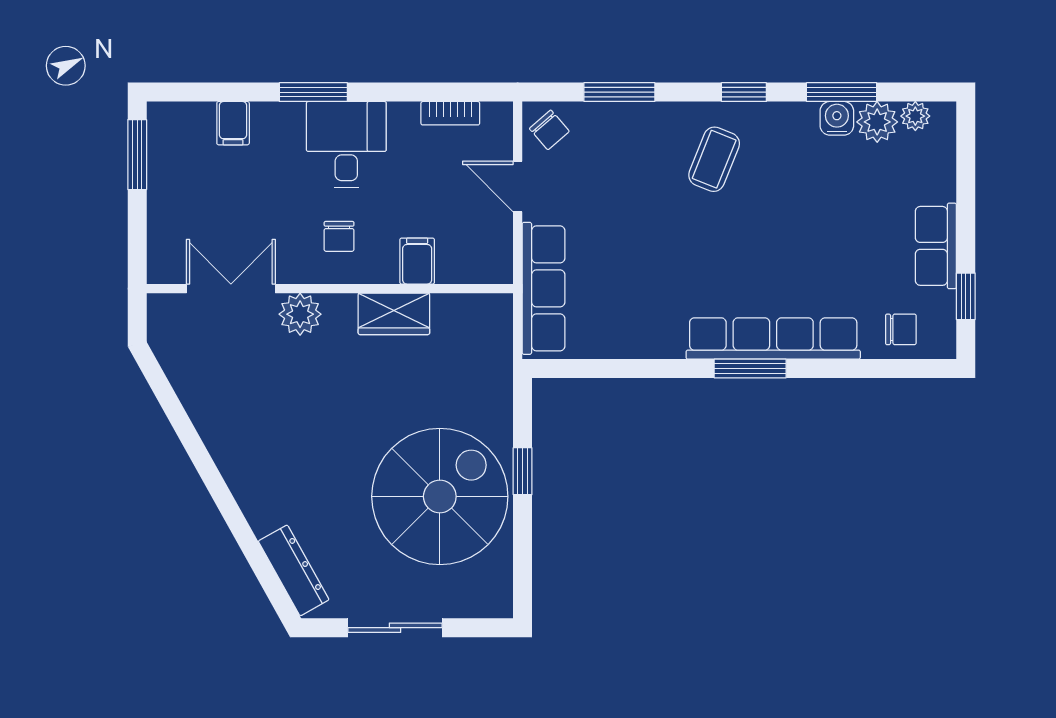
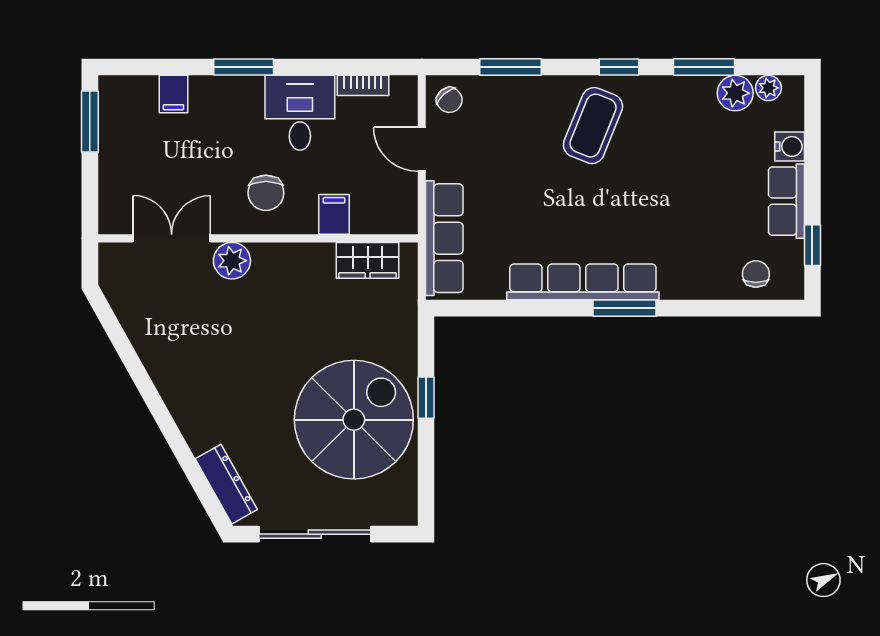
water cooler: (837, 118) -> (790, 146), moved, turned 90
desk: (346, 145) -> (300, 113), moved
coffee table: (714, 159) -> (593, 126), width x1.36, depth x1.30
chair: (339, 236) -> (266, 193), width x1.37, depth x1.37
wardrobe: (394, 314) -> (368, 260), moved
chair: (901, 329) -> (756, 274), turned -90
row of seats: (773, 339) -> (583, 282), moved
sliding door: (395, 628) -> (315, 534), width x1.37

